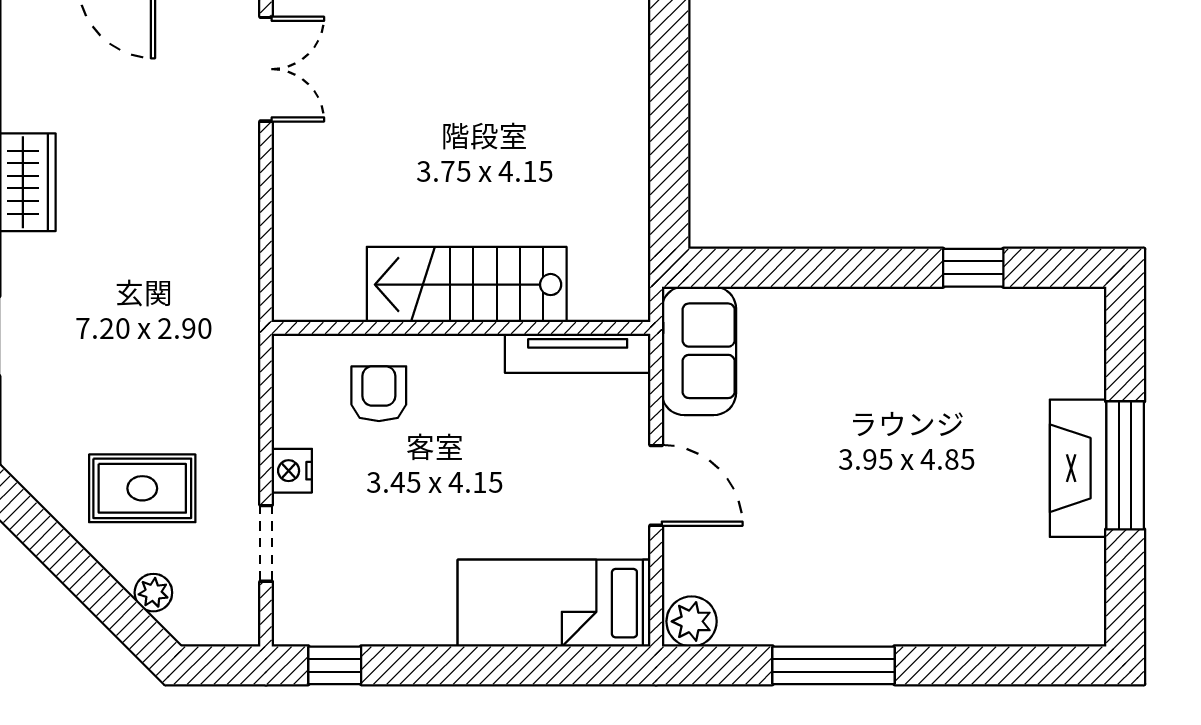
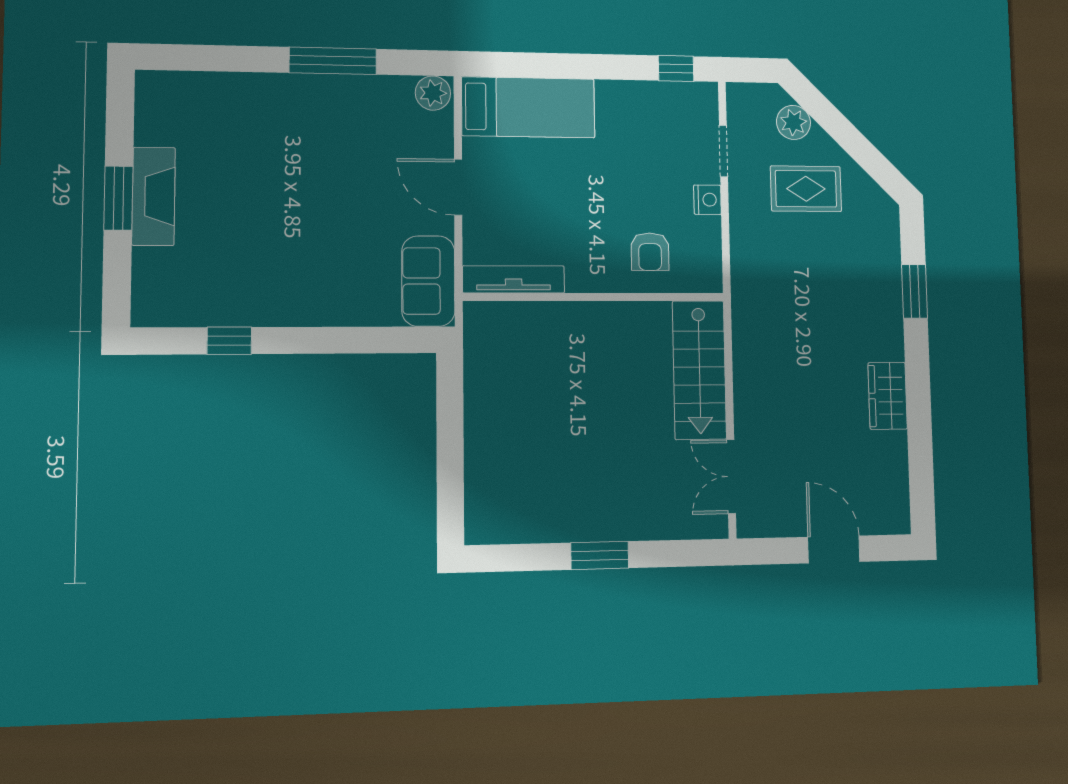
stairs: (467, 285) -> (699, 370), moved, turned 90
window: (1125, 465) -> (118, 198), width x0.69
plant: (153, 593) -> (794, 122), width x1.38, depth x1.38

